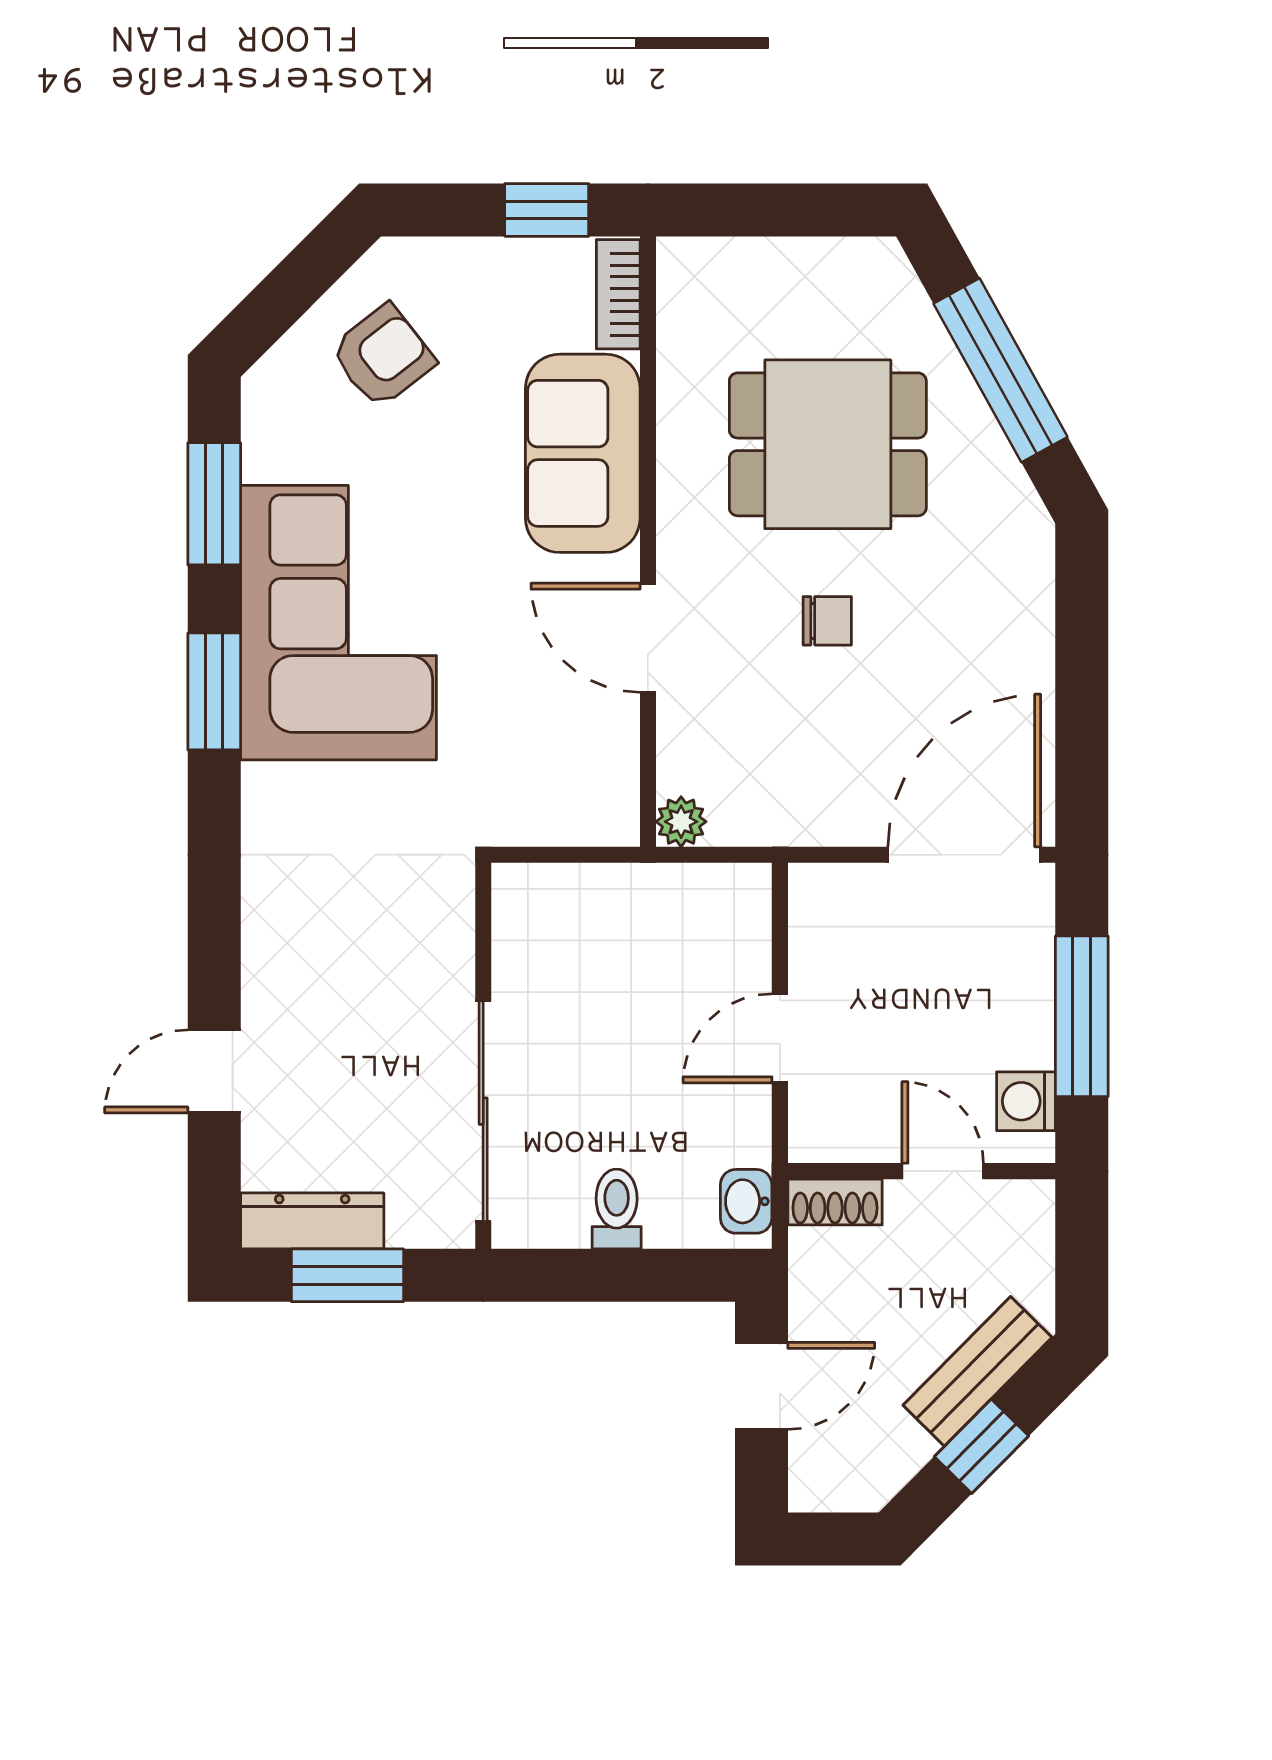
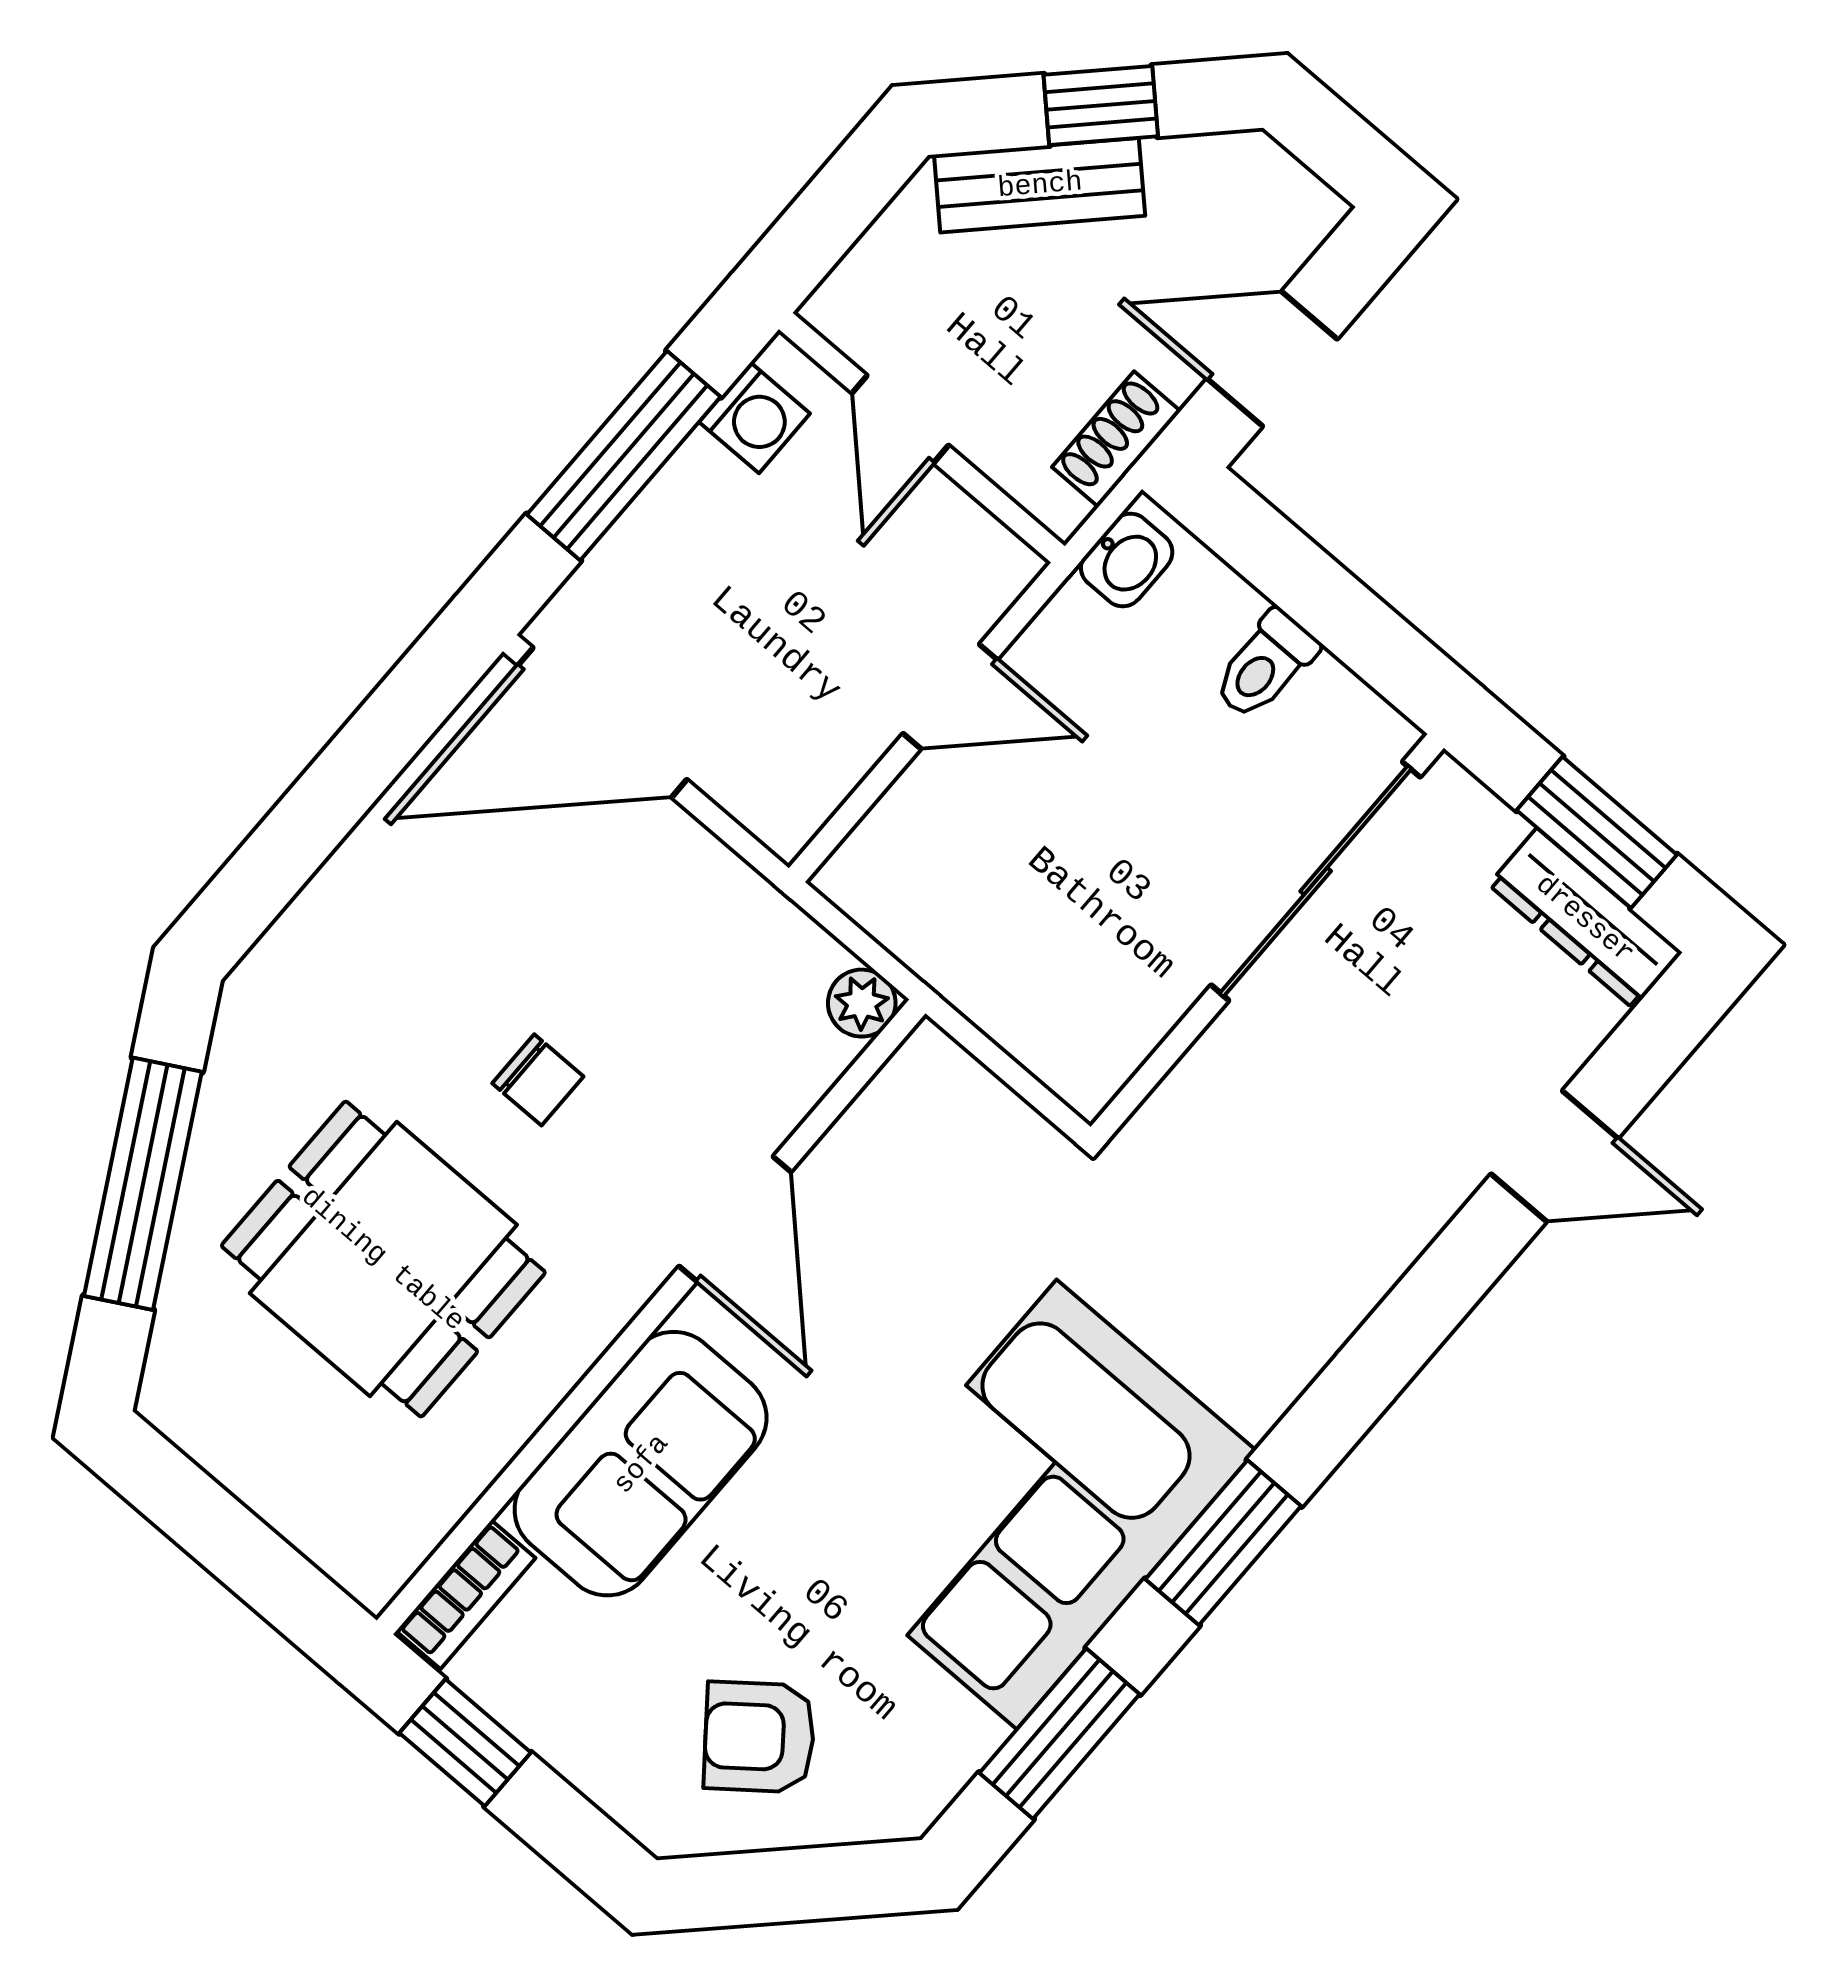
chair: (827, 621) -> (538, 1080), turned 180
shoe rack: (835, 1202) -> (1116, 439), moved, turned -90

